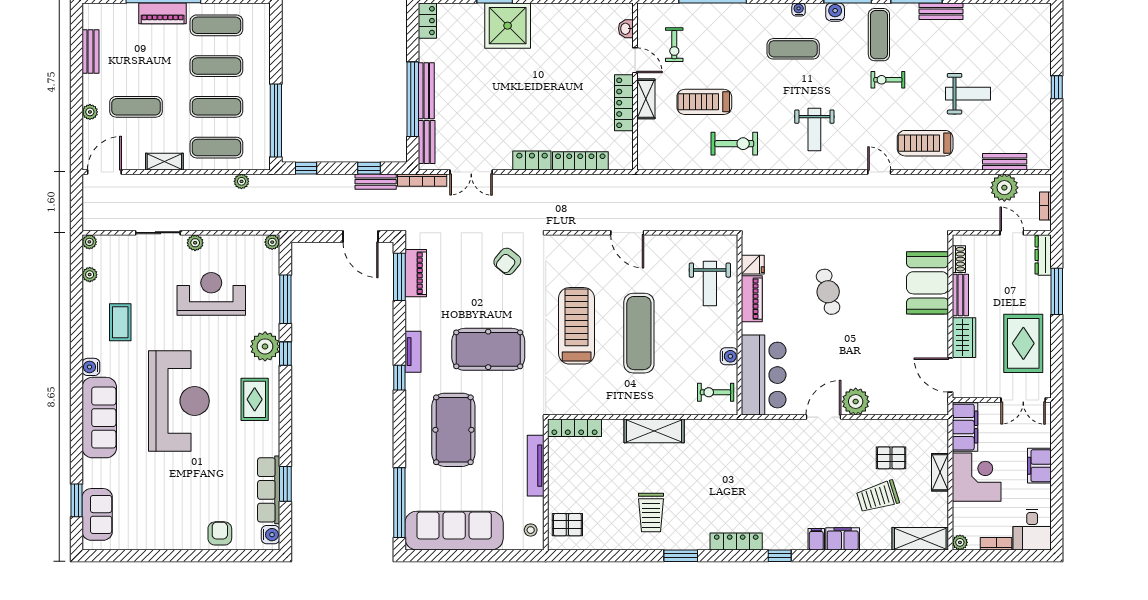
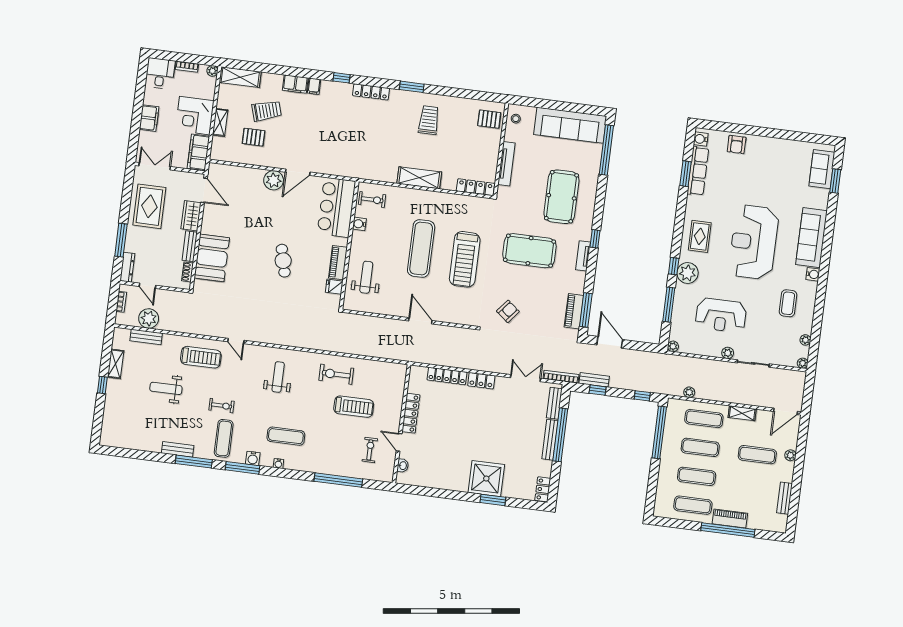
shelving: (646, 99) -> (116, 364), moved

